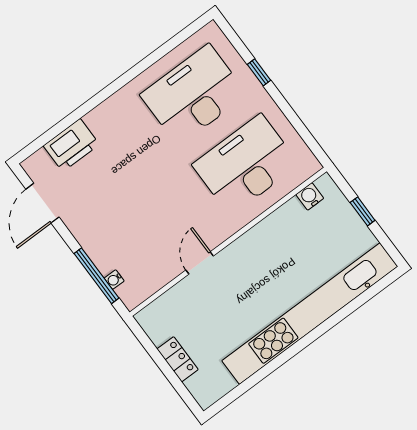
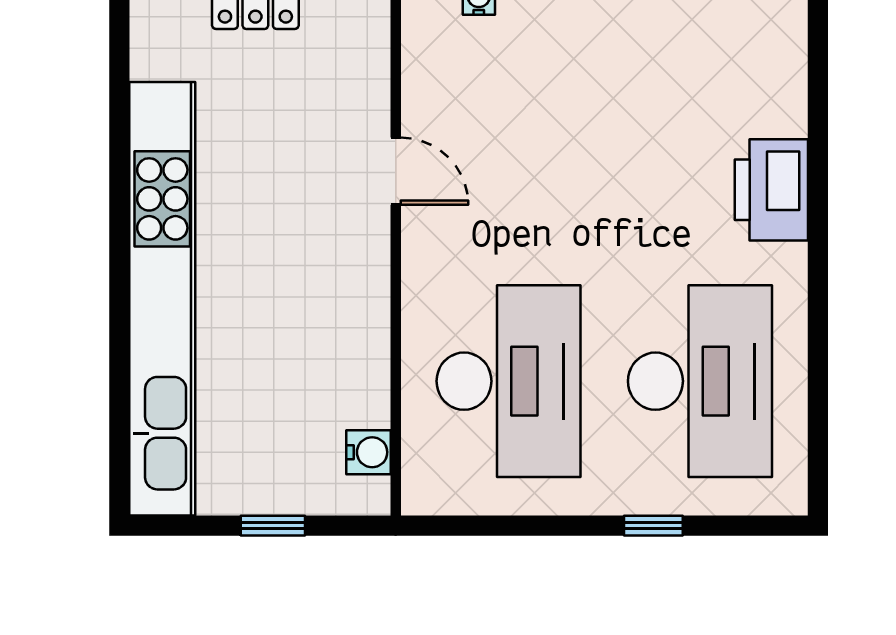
printer: (71, 145) -> (771, 190), moved

